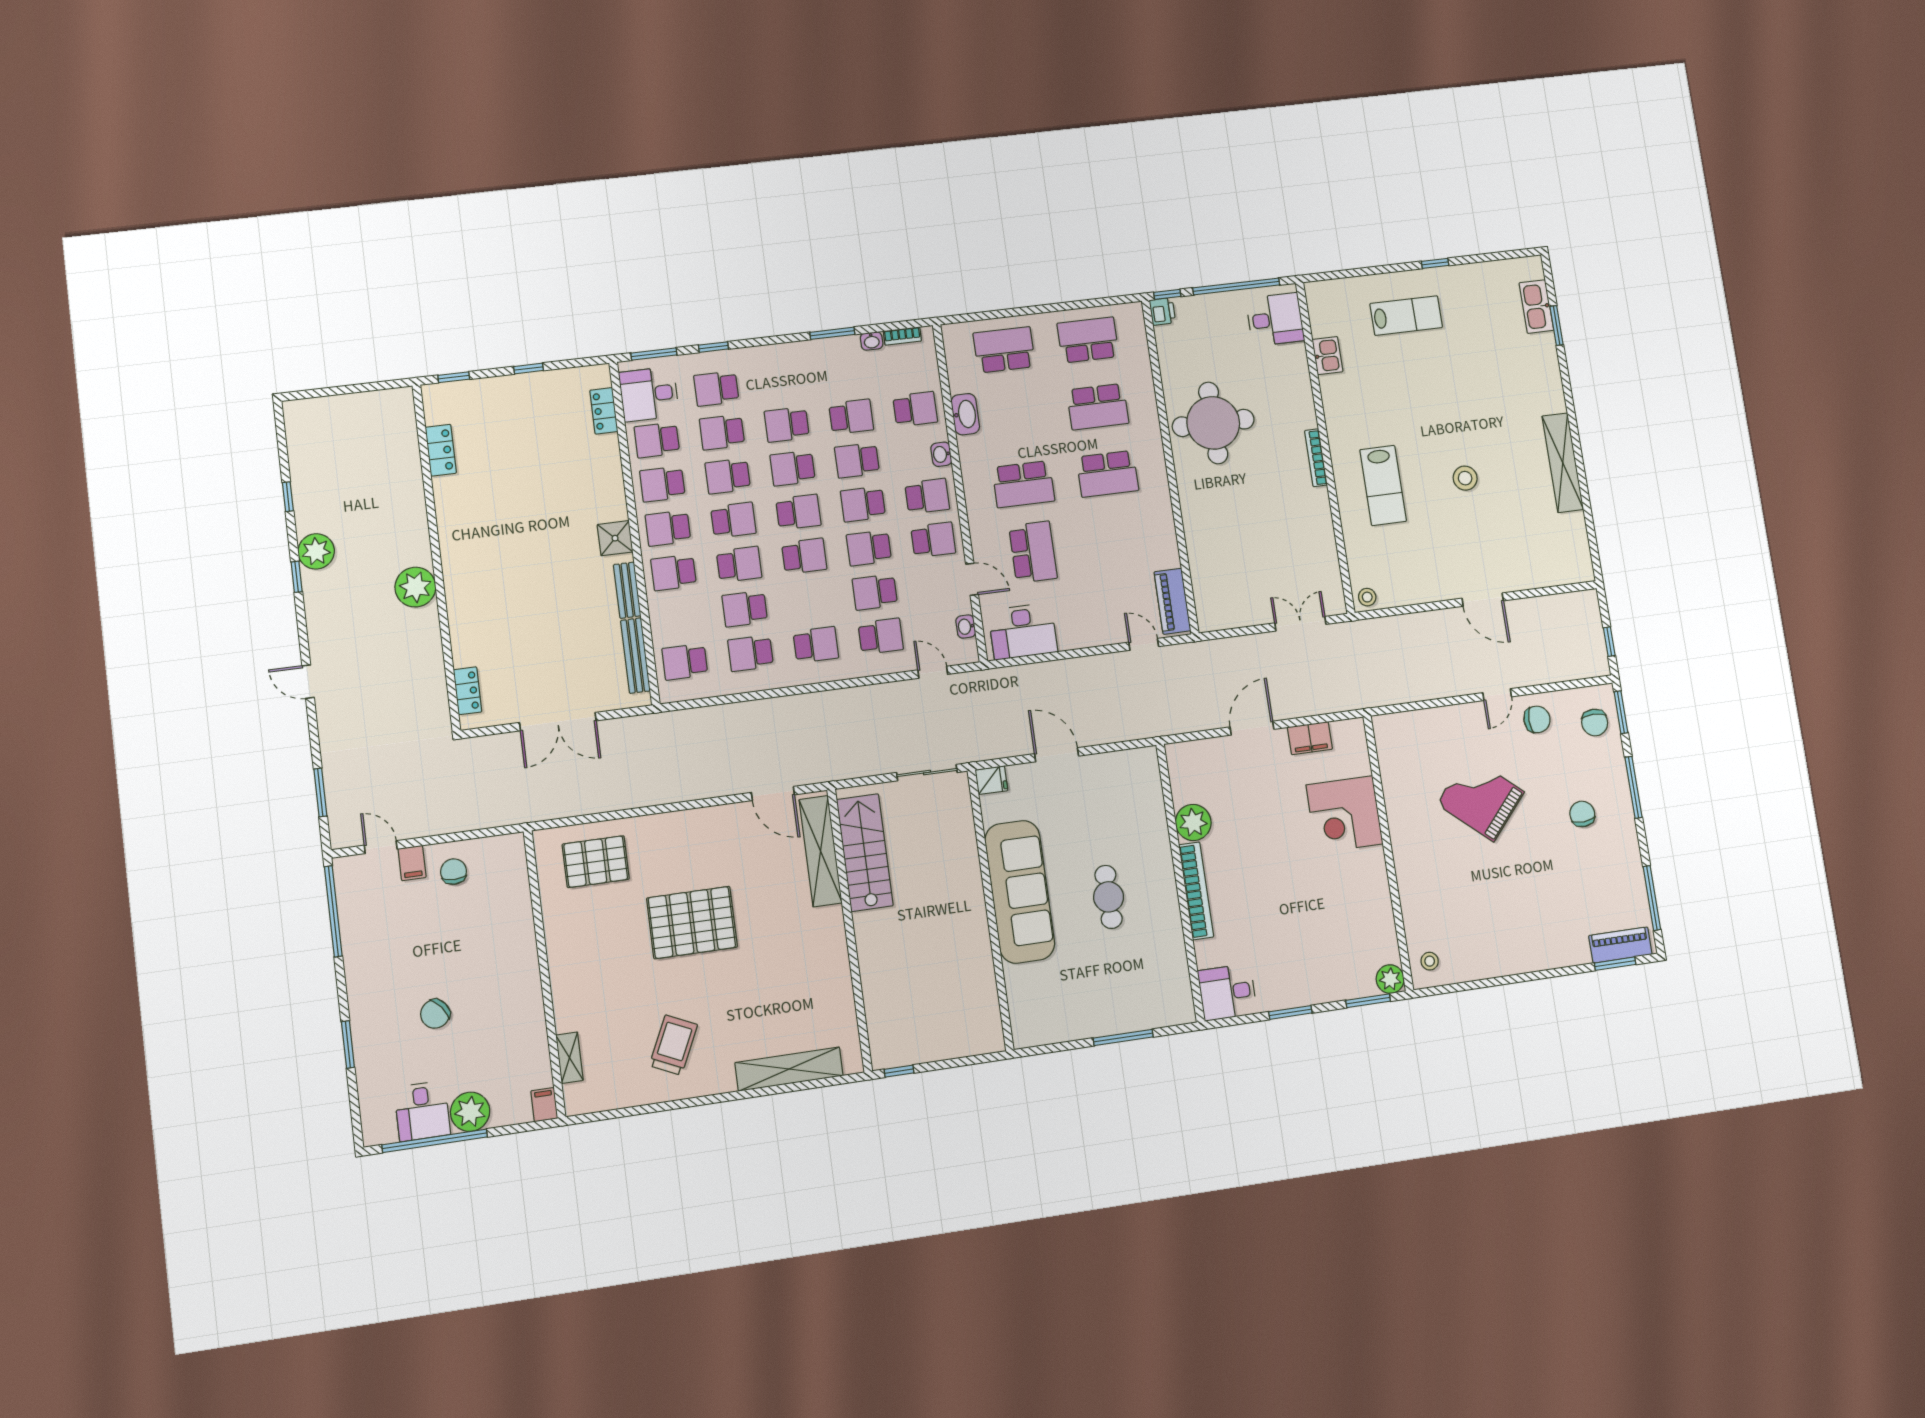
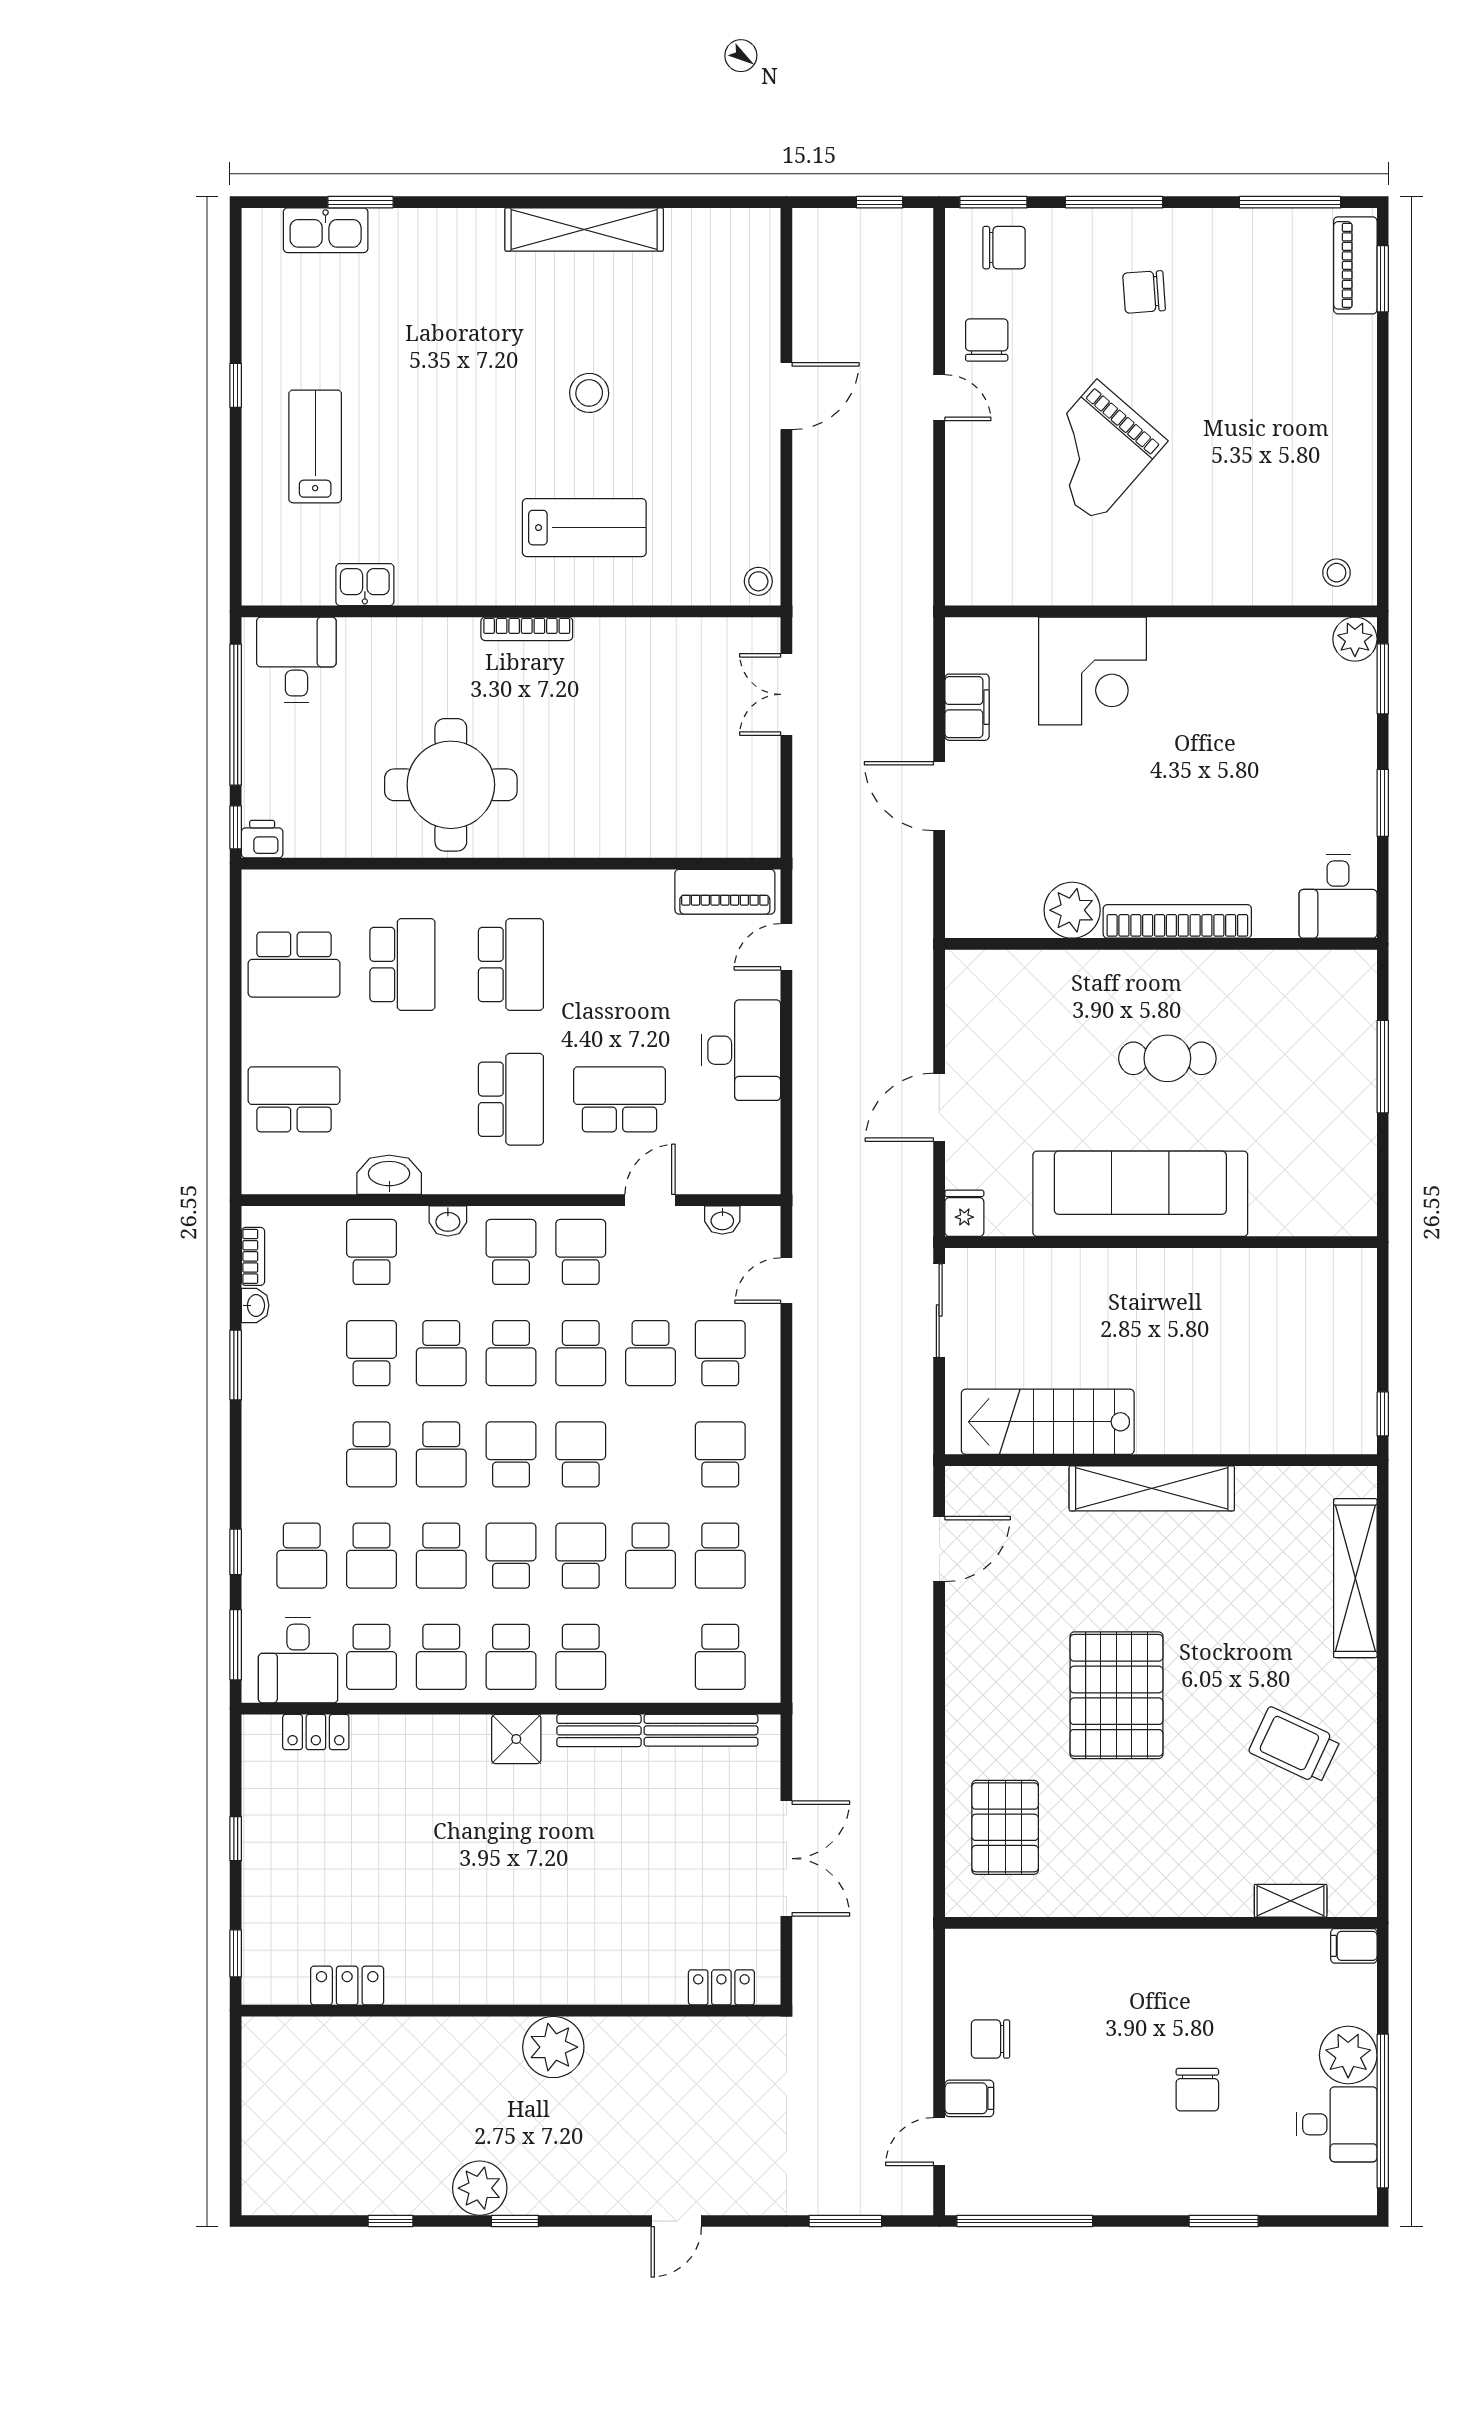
school desk: (1088, 340) -> (294, 965), turned -90
school desk: (1004, 350) -> (294, 1099), turned 90
desk: (1023, 631) -> (741, 1050), moved
shelving: (821, 851) -> (1152, 1488), moved
chair: (435, 1014) -> (1197, 2090), turned 38

